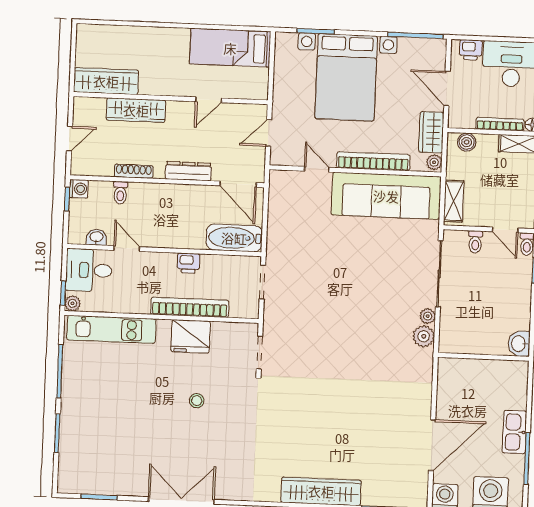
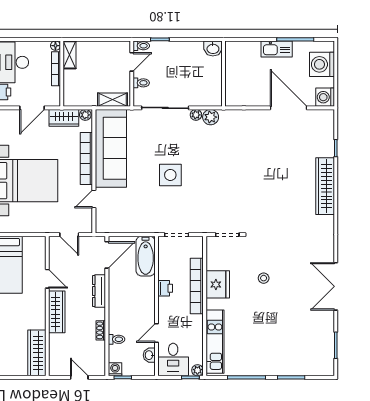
wardrobe: (136, 110) -> (57, 312), moved
boiler: (467, 142) -> (70, 92), removed
shoe rack: (134, 171) -> (101, 330), width x0.70
side table: (346, 277) -> (170, 175), added

